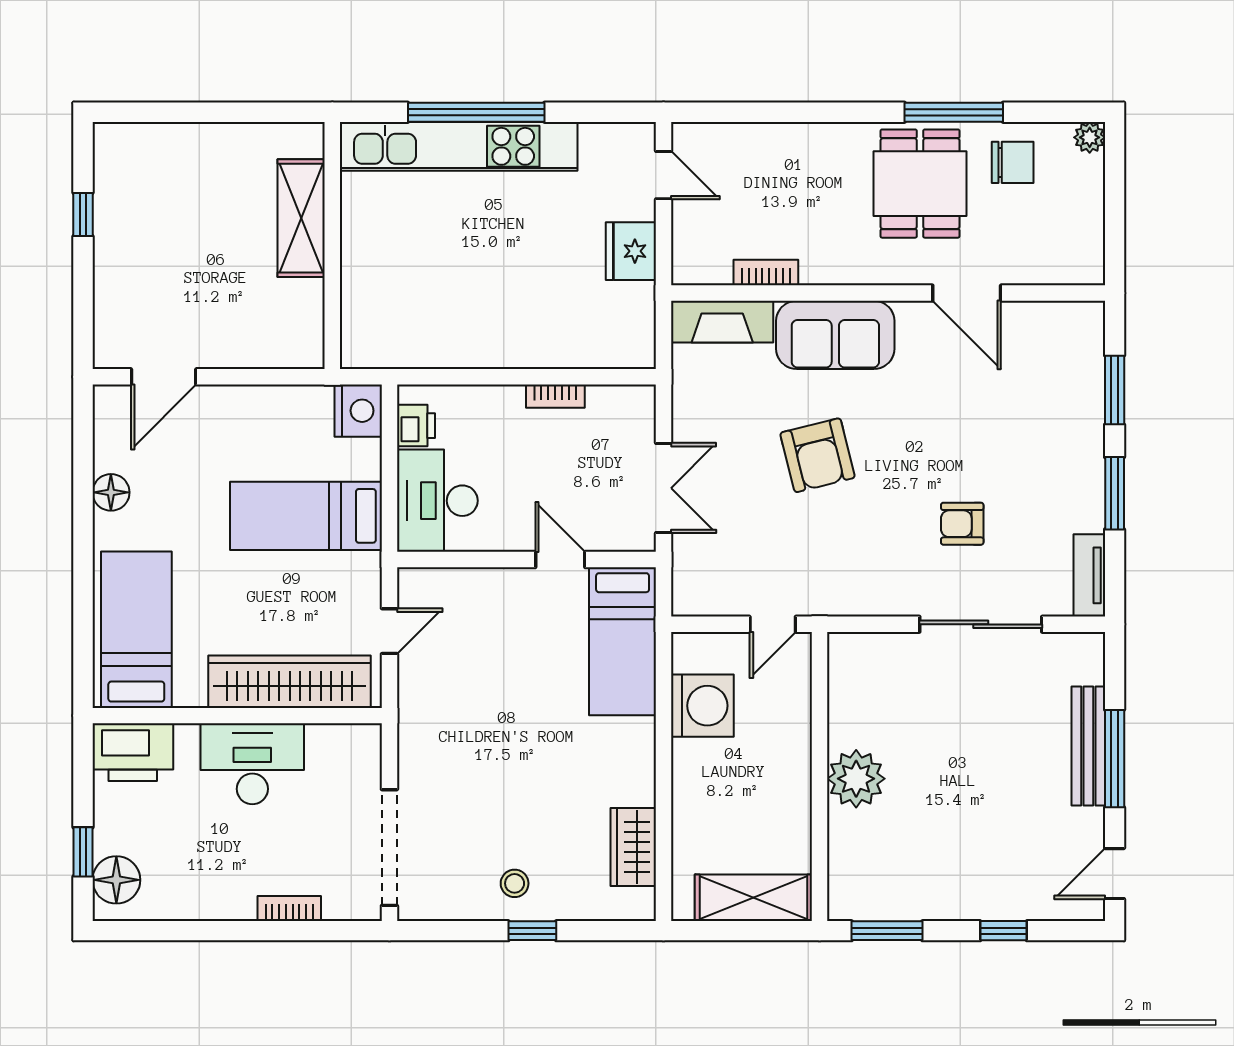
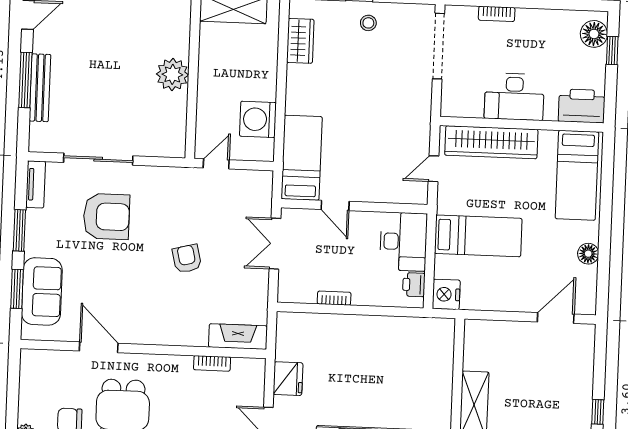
sofa: (835, 335) -> (42, 291), moved, turned 90
armchair: (818, 455) -> (187, 259), width x0.72, depth x0.72
armchair: (962, 524) -> (106, 217), width x1.88, depth x1.88

